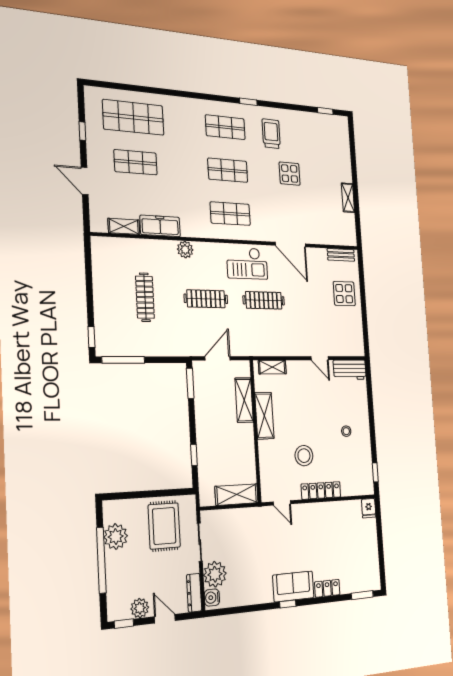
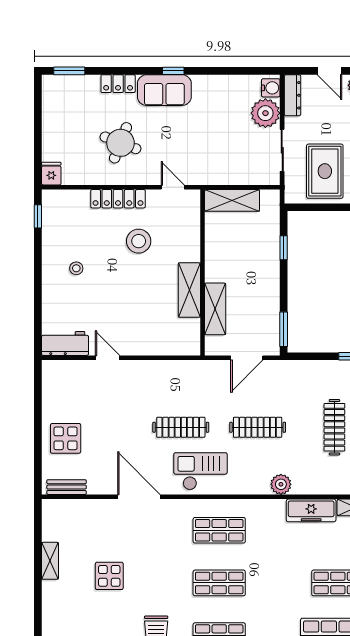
display table: (290, 174) -> (109, 576), moved
shelving: (272, 367) -> (175, 347), removed
round table: (322, 538) -> (120, 143), added

